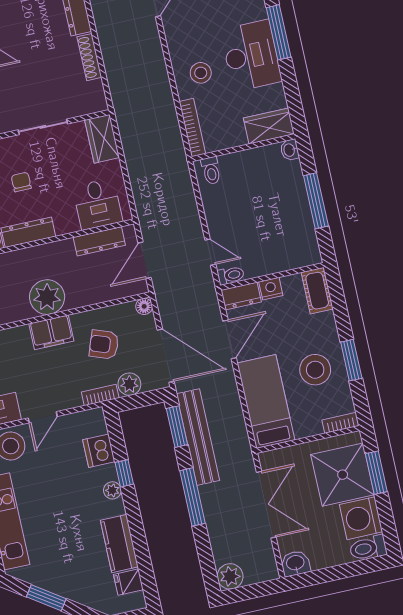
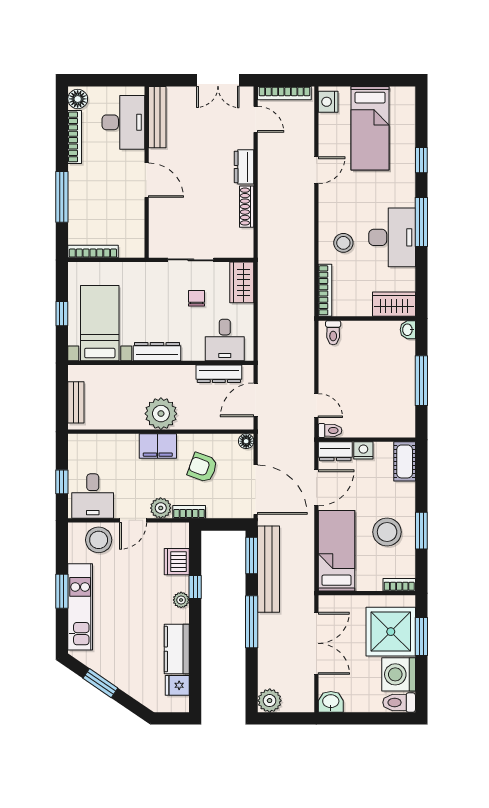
chair: (21, 182) -> (197, 298), moved
plant: (129, 384) -> (161, 508), moved

